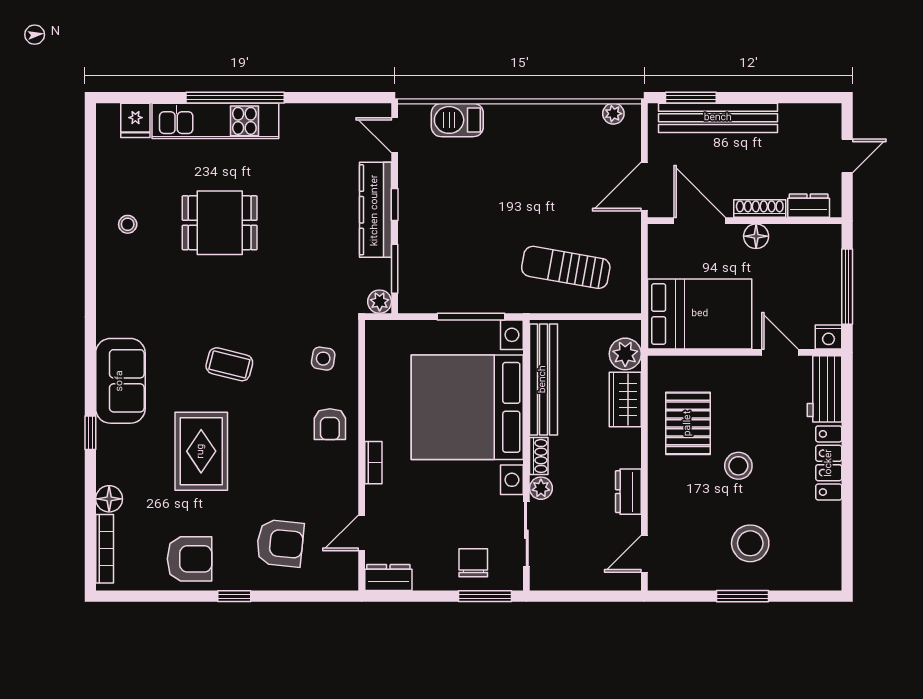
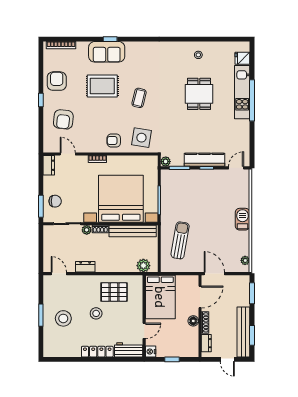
window: (790, 98) -> (252, 335), added
bench: (718, 118) -> (243, 332), moved
barbecue: (457, 120) -> (242, 219), moved
window: (847, 287) -> (172, 359), width x0.46
side table: (323, 359) -> (141, 138), width x1.87, depth x1.87
sofa: (120, 381) -> (107, 52), moved
wardrobe: (625, 399) -> (124, 266), removed
floor lamp: (109, 499) -> (82, 47), removed
armchair: (190, 559) -> (57, 81), turned 180

